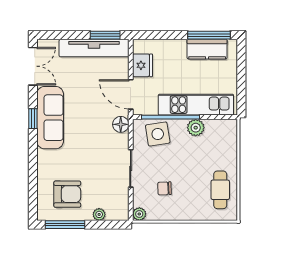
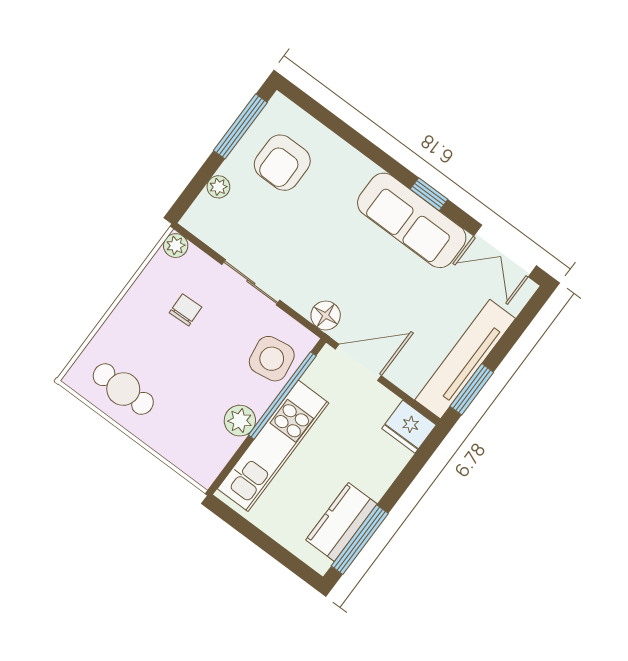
fridge: (143, 65) -> (409, 427), moved

